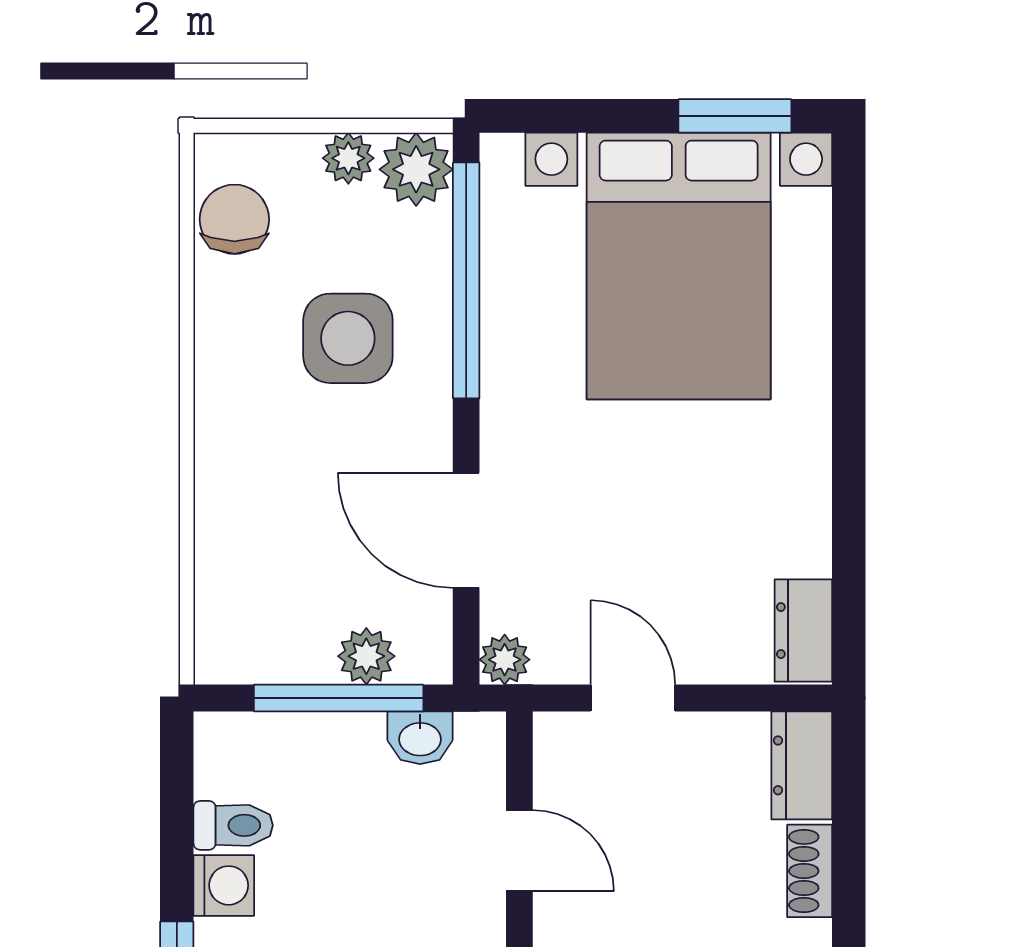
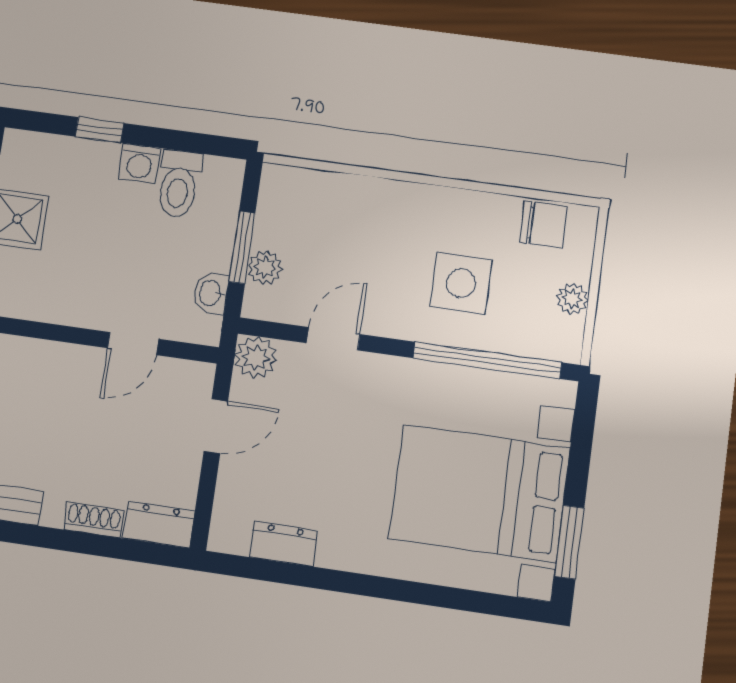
plant: (416, 169) -> (560, 339), removed
door: (466, 530) -> (333, 339), width x0.73
dresser: (803, 631) -> (284, 544), moved
plant: (505, 660) -> (256, 358), width x1.38, depth x1.38
window: (339, 698) -> (242, 247), width x0.69
toilet: (233, 825) -> (179, 184), width x1.37, depth x1.39

